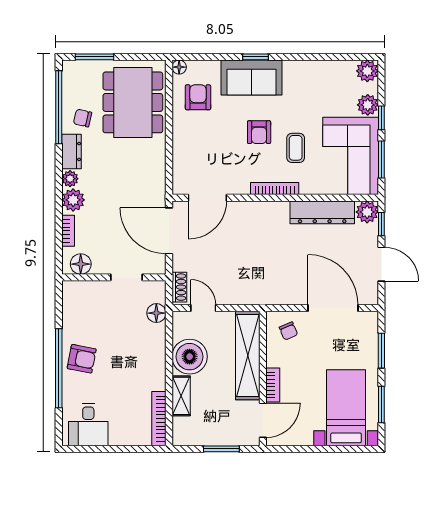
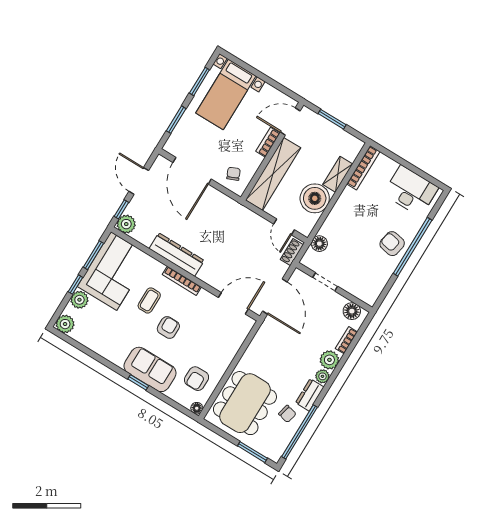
dresser: (322, 212) -> (177, 255), moved
desk: (88, 425) -> (411, 191), width x1.37

